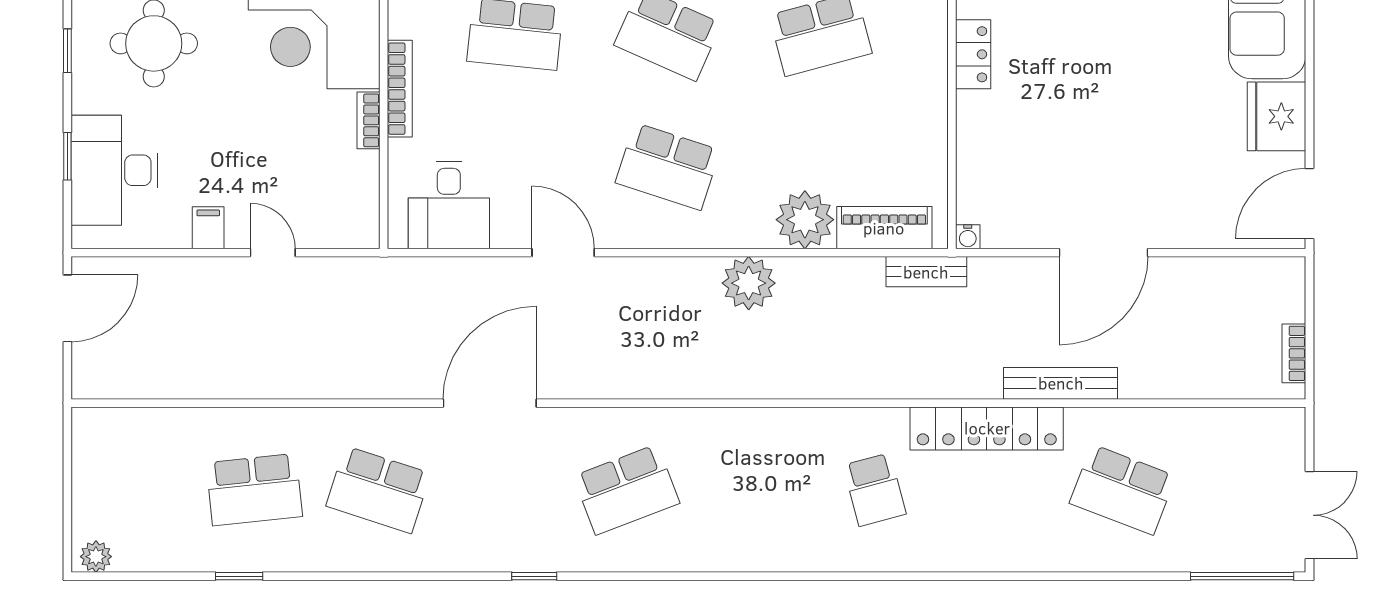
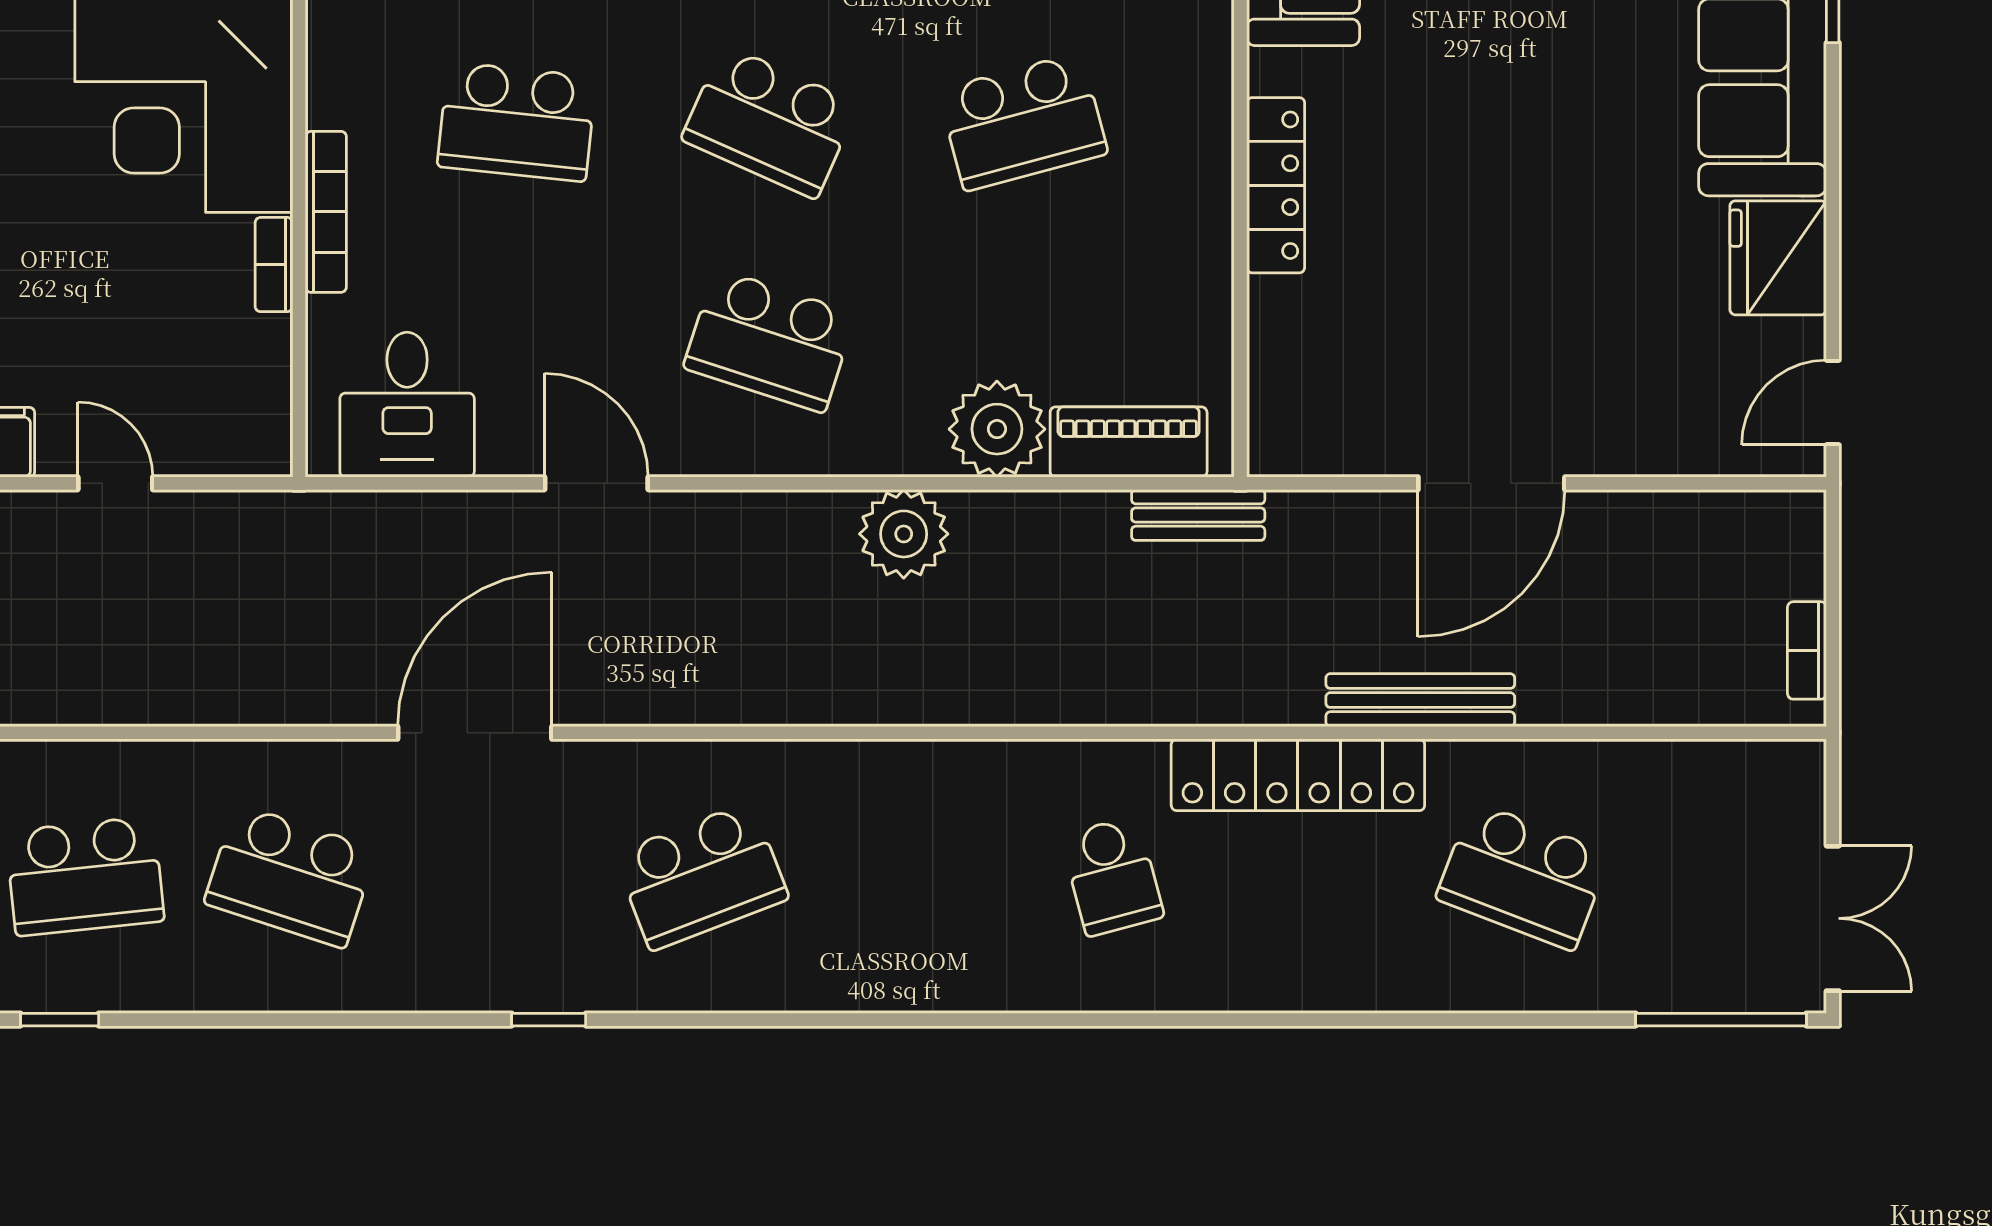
locker: (973, 54) -> (1276, 185), width x1.53
door: (1310, 204) -> (1833, 402), width x0.73
water cooler: (968, 237) -> (1267, 457), removed

